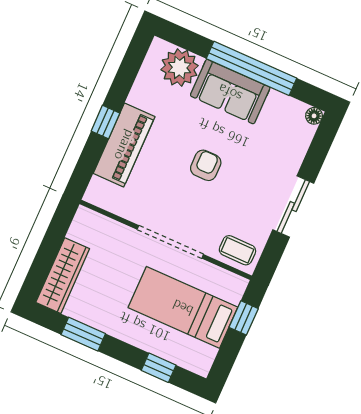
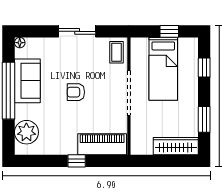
sofa: (230, 92) -> (27, 81), moved
piano: (124, 145) -> (102, 144), moved
window: (244, 318) -> (169, 31), moved

